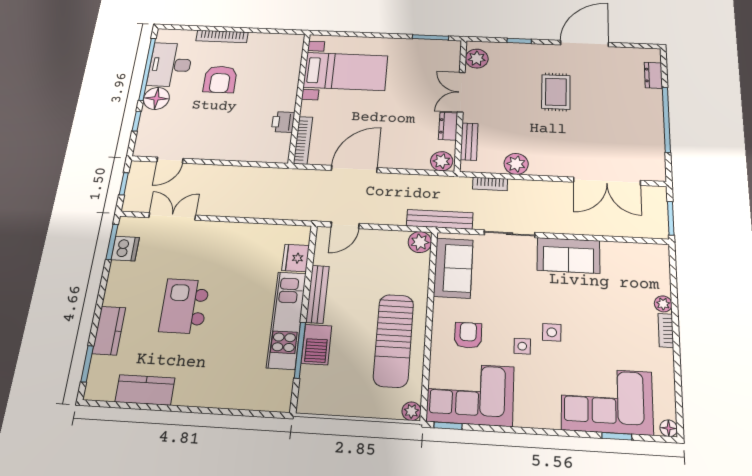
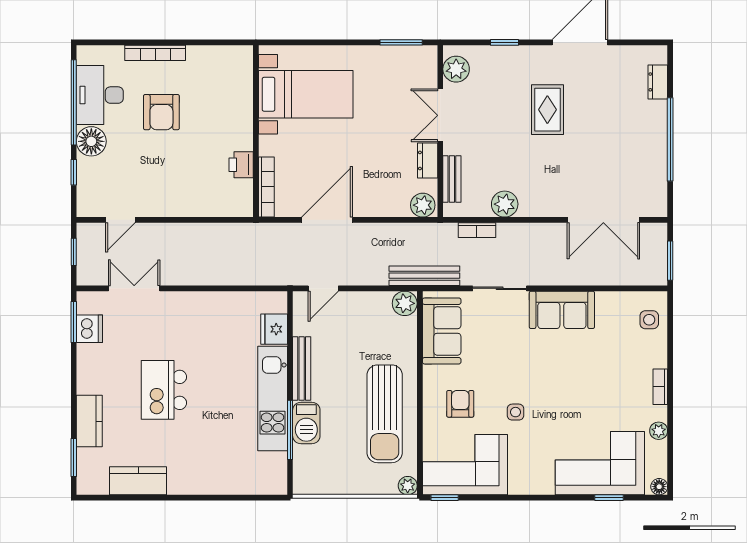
plant: (663, 304) -> (659, 431), moved
side table: (552, 332) -> (649, 320), moved

